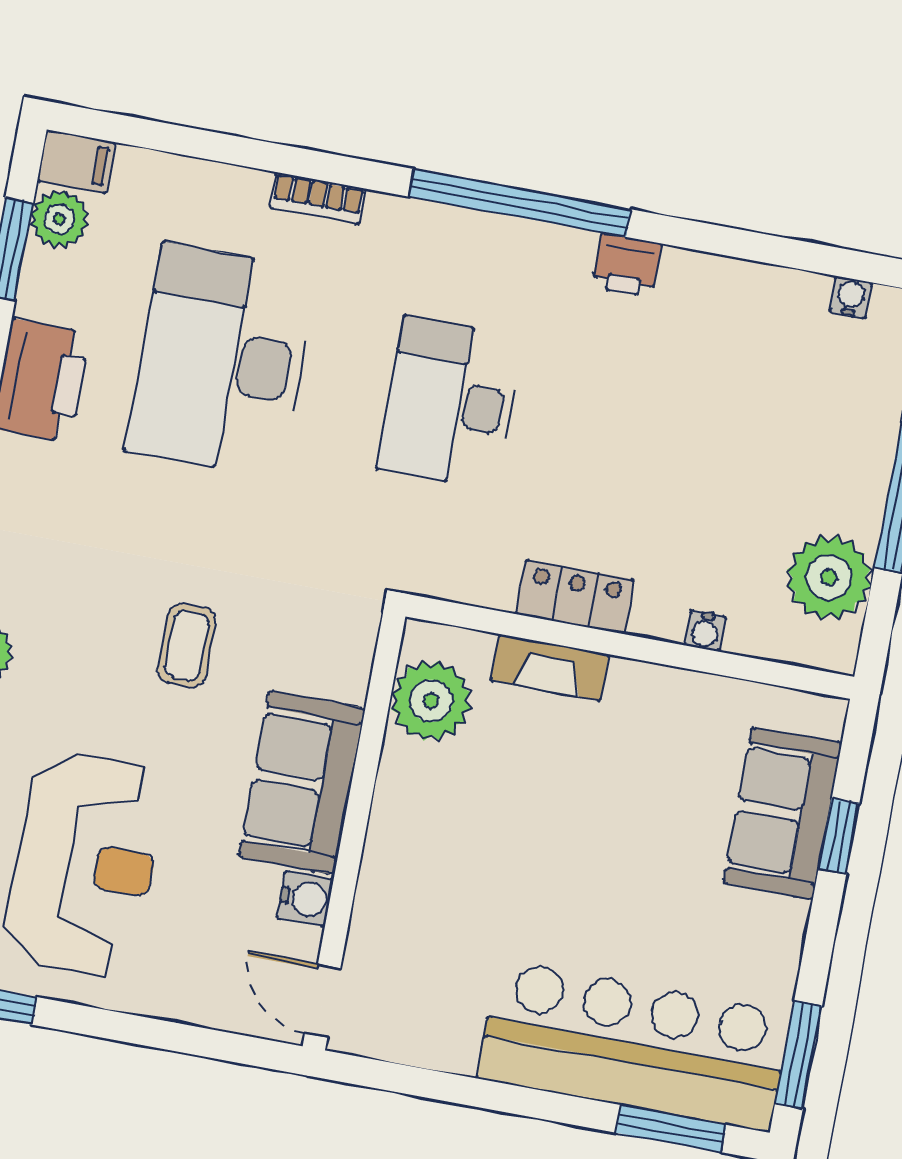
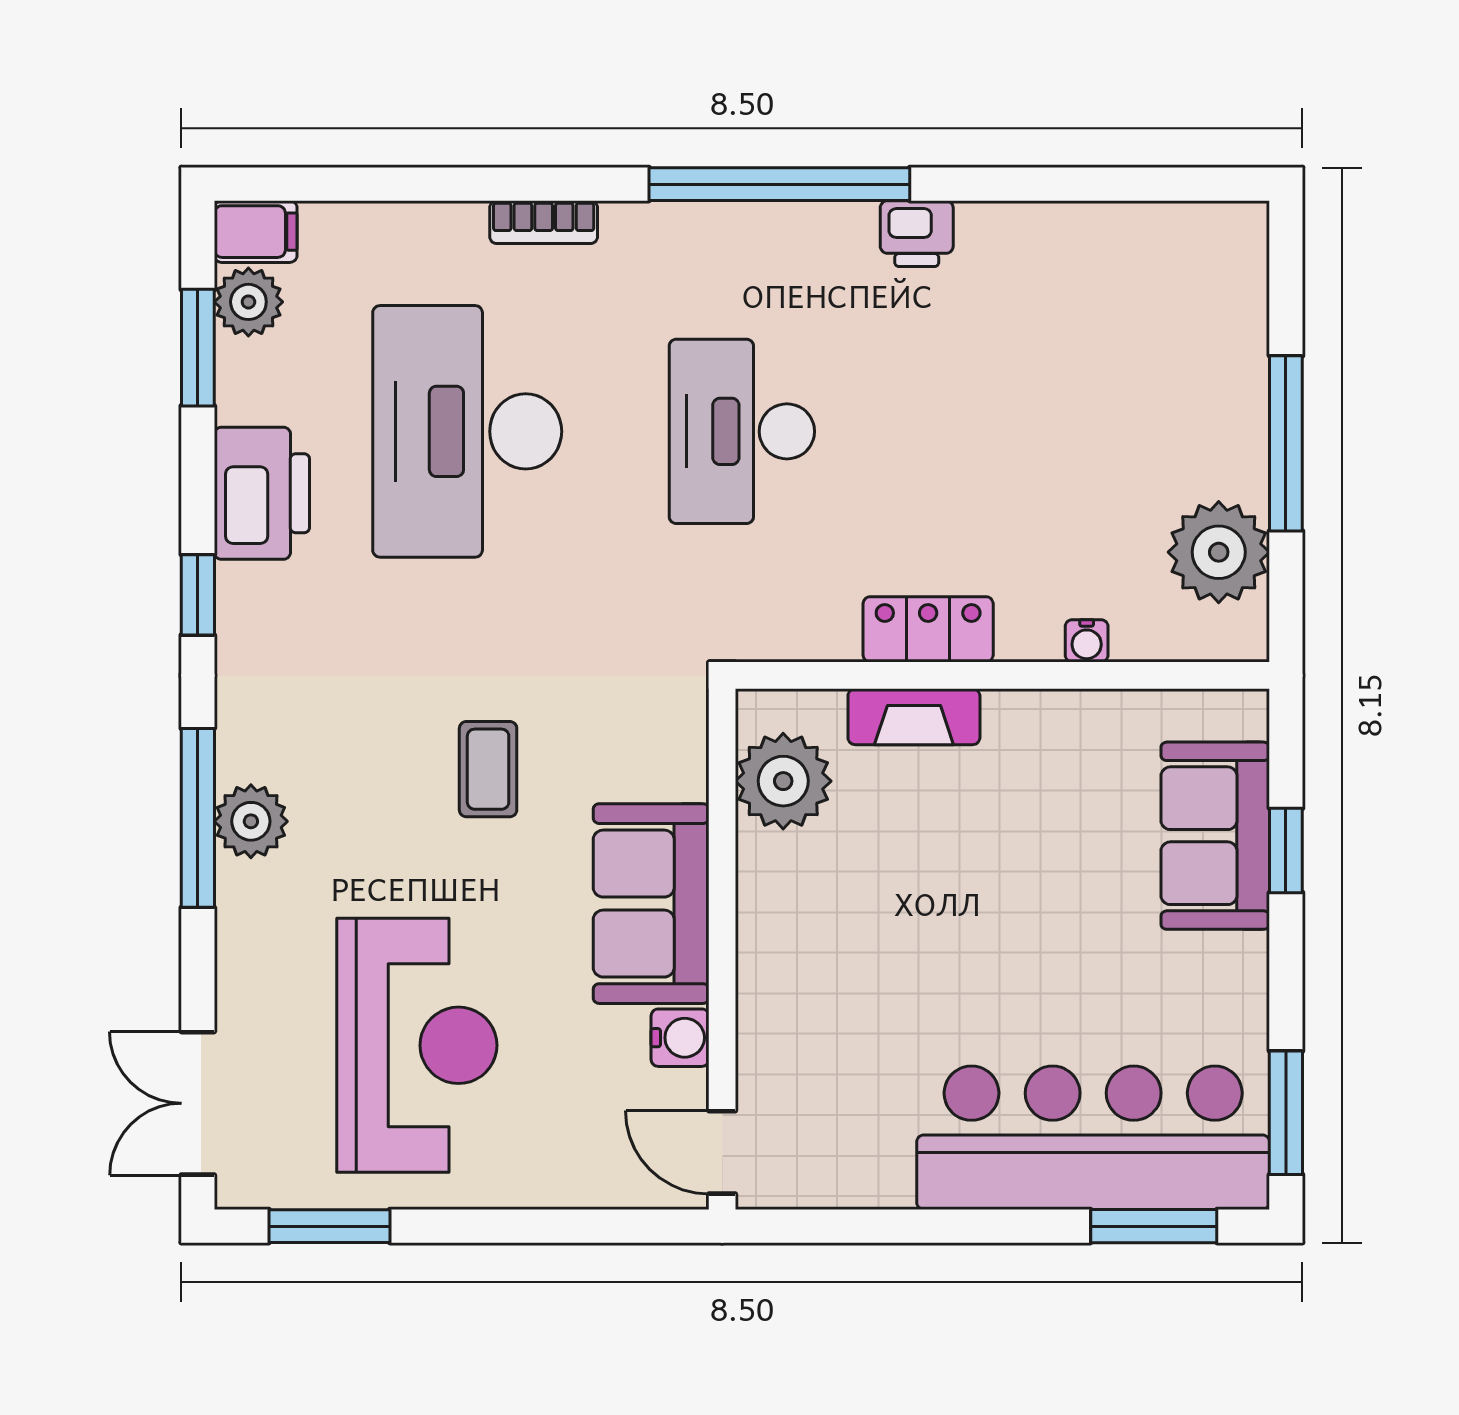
water cooler: (851, 297) -> (1184, 222), removed

